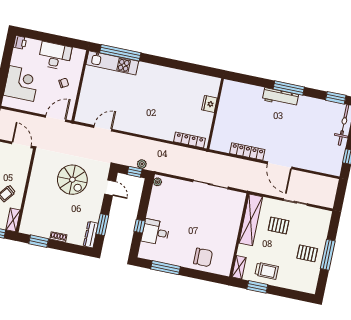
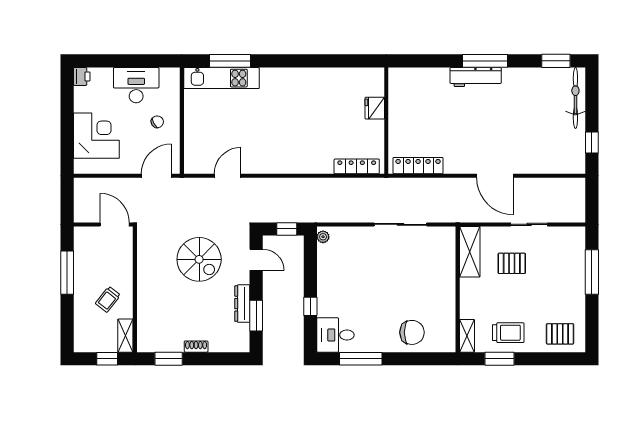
window: (120, 53) -> (230, 61), width x0.68
locker: (247, 152) -> (418, 166), moved
plant: (142, 164) -> (295, 216), removed
shelving: (251, 220) -> (470, 252), width x0.68
desk: (155, 232) -> (335, 335), moved
dresser: (91, 235) -> (242, 304), moved
pallet: (307, 253) -> (560, 334), moved
window: (328, 255) -> (592, 272), moved

